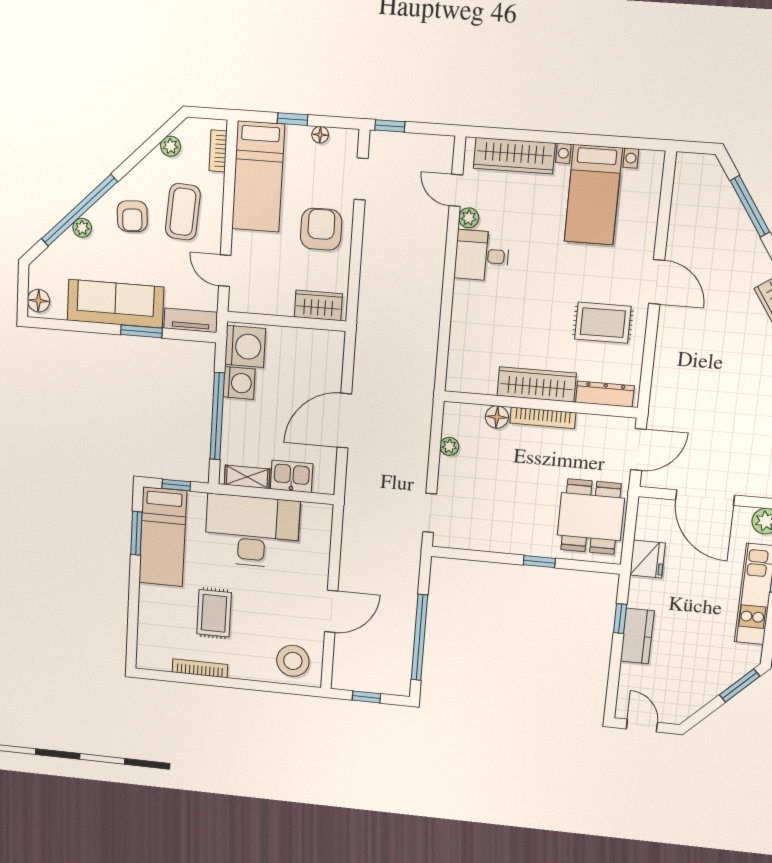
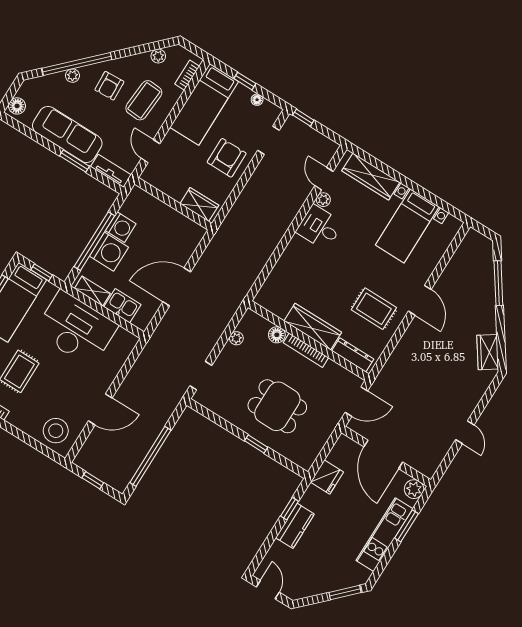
washing machine: (245, 346) -> (109, 252), moved
dining table: (591, 517) -> (277, 406), moved, turned 90

